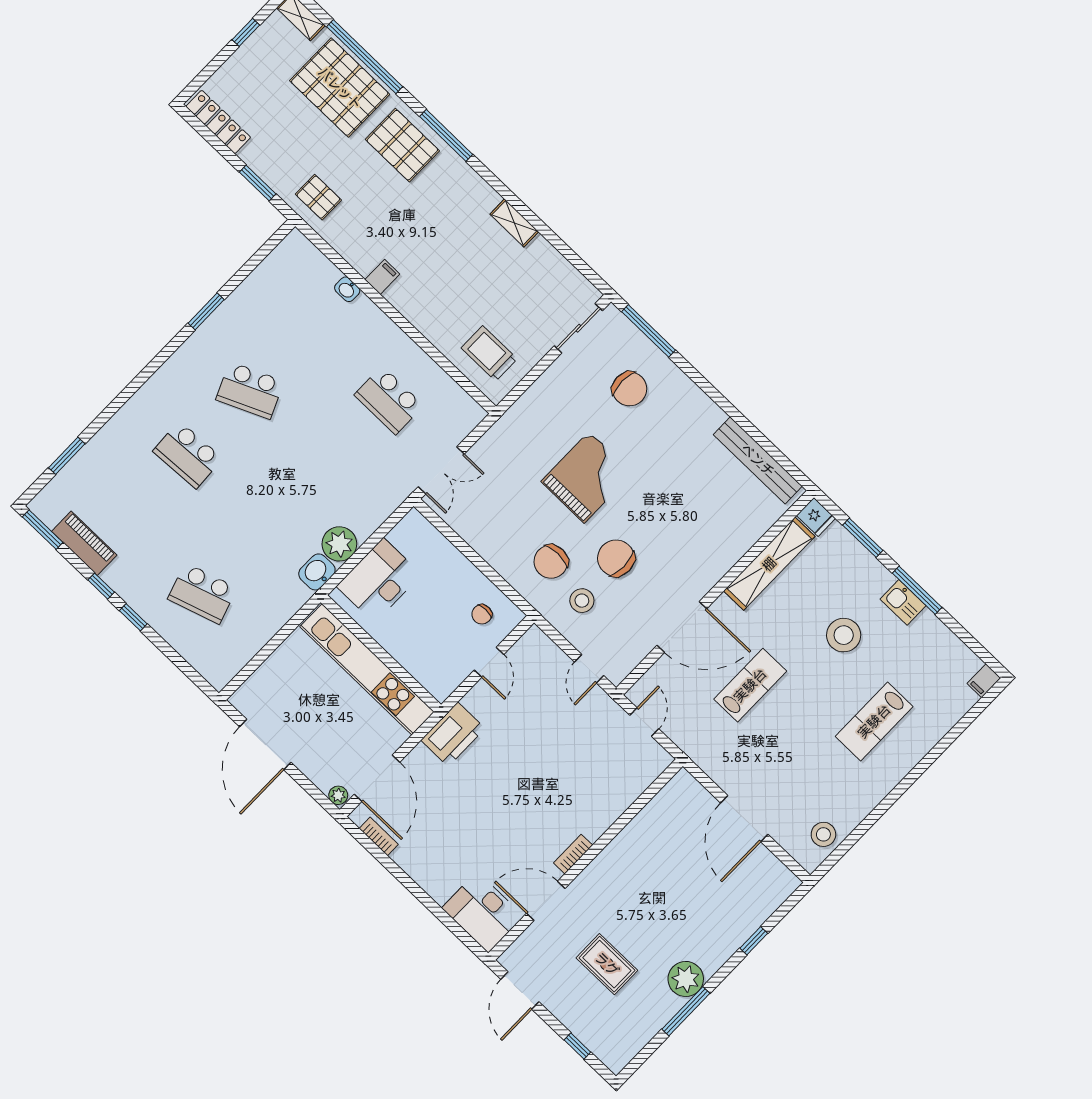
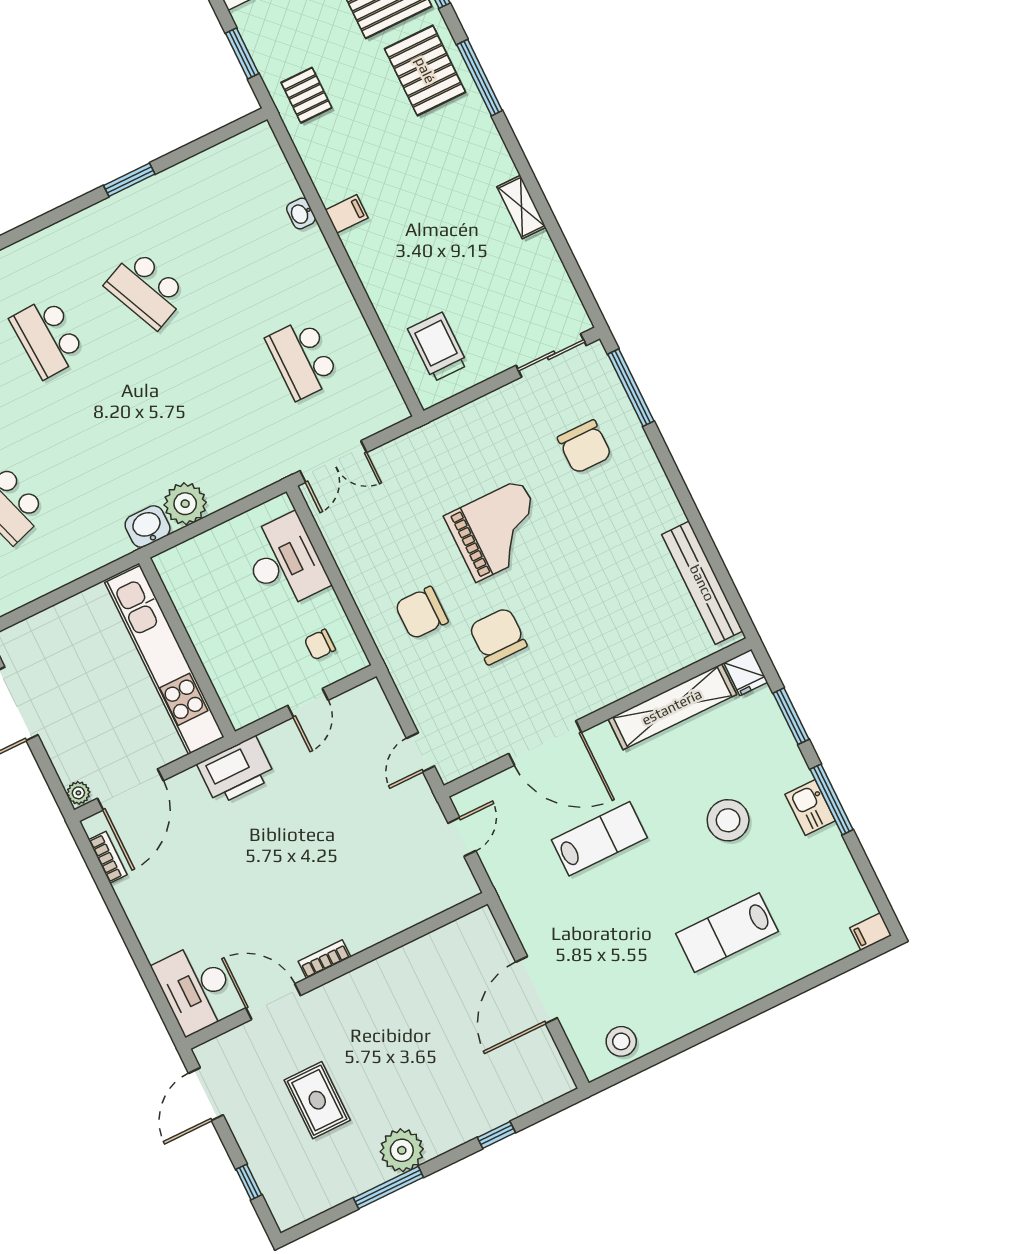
desk: (379, 580) -> (284, 562), moved, turned 90
stool: (582, 601) -> (441, 671), removed

